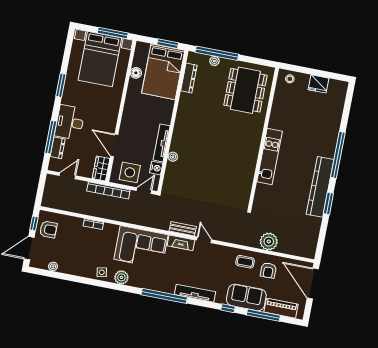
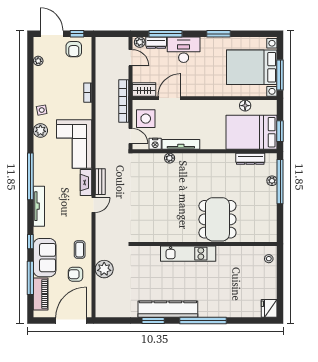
fridge: (318, 84) -> (269, 308), moved
dining table: (245, 90) -> (217, 219), moved, turned 90
plant: (54, 164) -> (140, 42), added

